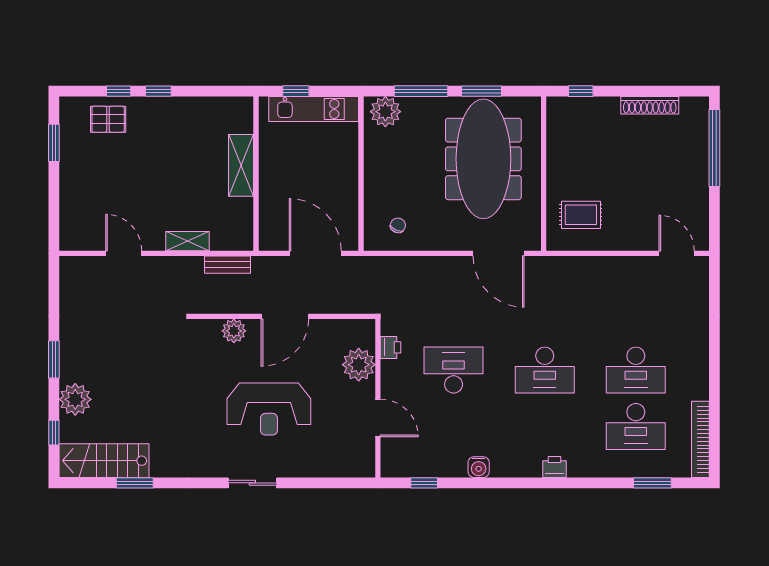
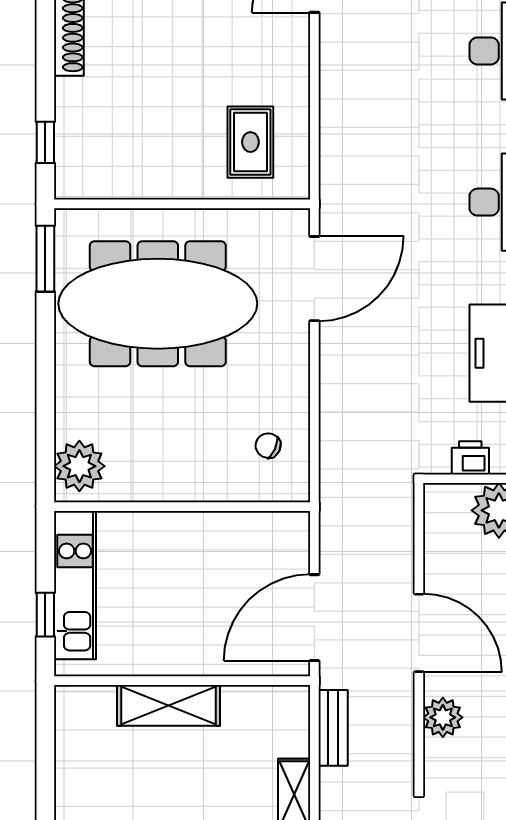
window: (421, 91) -> (45, 407), removed
window: (481, 91) -> (45, 259), moved
door: (315, 253) -> (314, 618), moved

